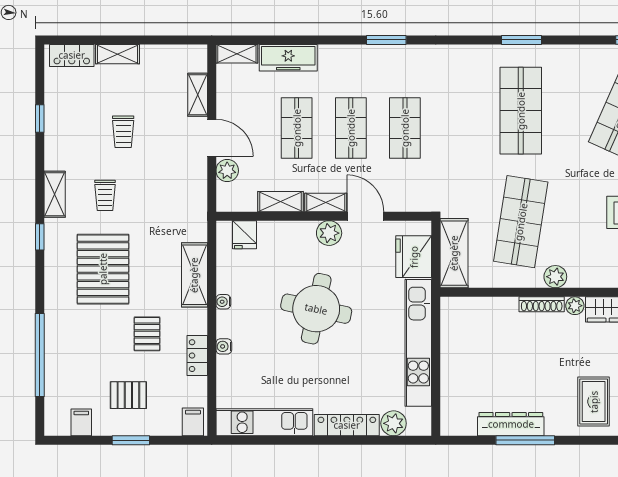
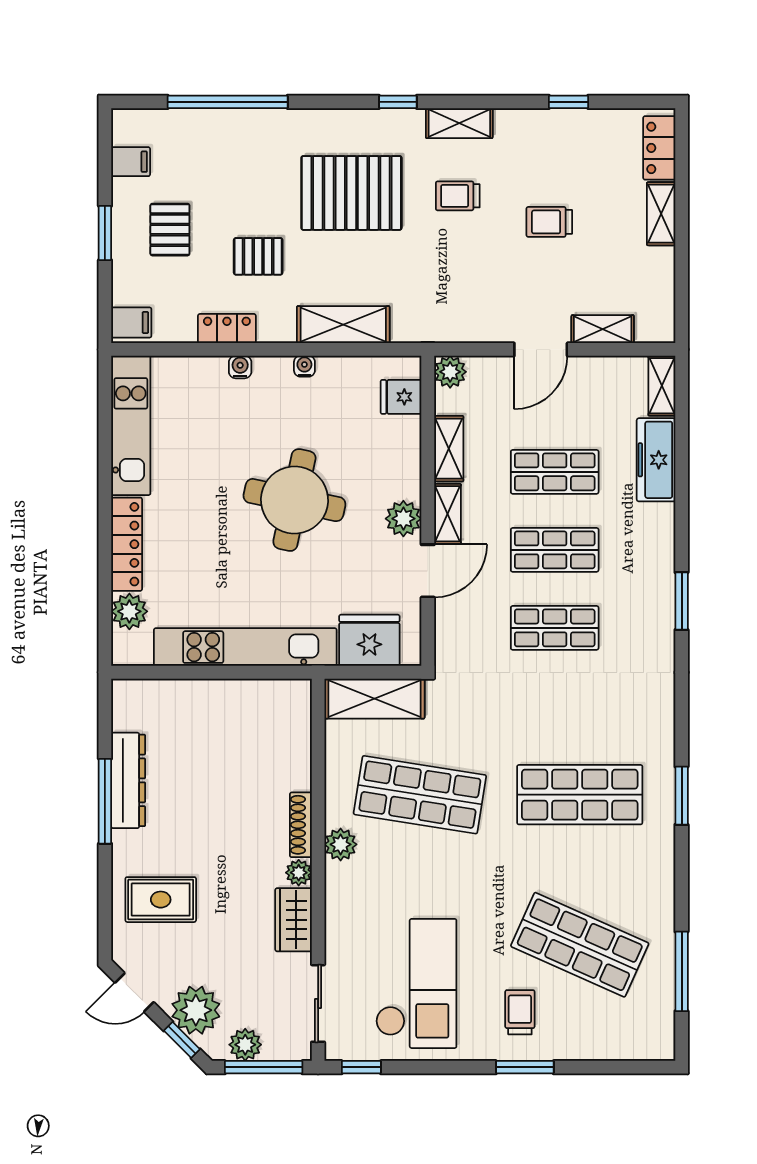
plant: (227, 171) -> (450, 372), moved

